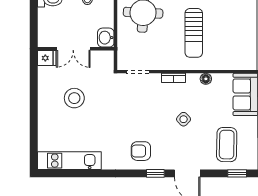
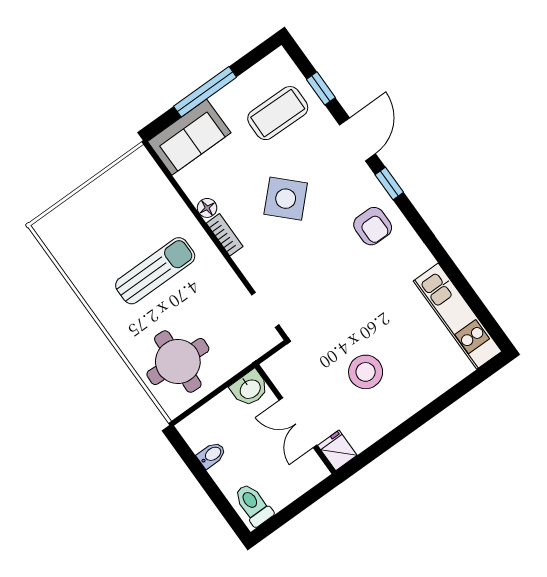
double door: (73, 49) -> (298, 423), swing flipped
bookcase: (173, 78) -> (225, 235), moved
side table: (184, 119) -> (286, 199), width x1.87, depth x1.87
window: (237, 173) -> (321, 88), moved

